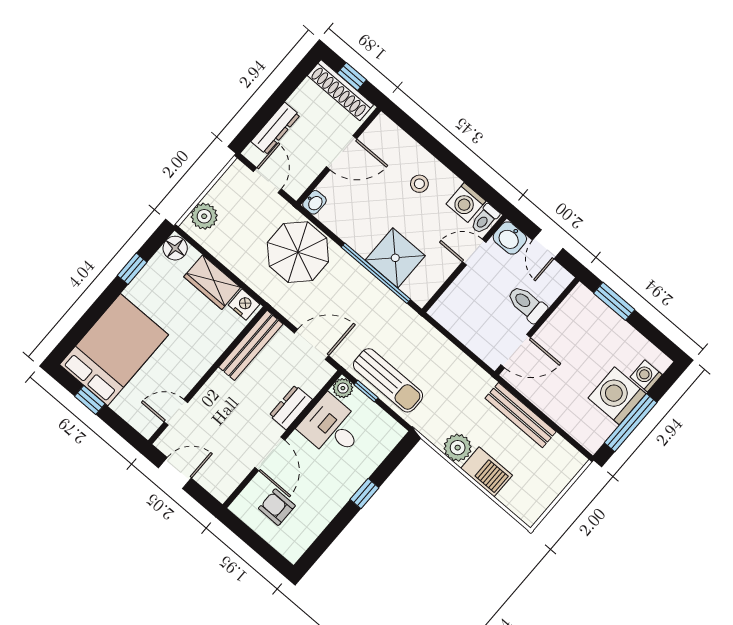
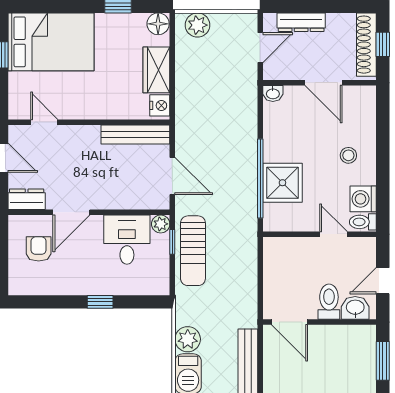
washbasin: (510, 238) -> (355, 308), moved, turned 90
parasol: (298, 252) -> (228, 112), removed
dresser: (291, 407) -> (27, 199), moved

